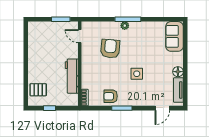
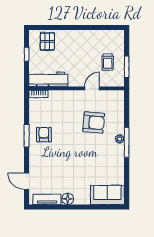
trolley: (57, 36) -> (108, 62), added
door: (80, 36) -> (92, 88), moved
side table: (137, 74) -> (65, 152), removed
workbench: (72, 76) -> (48, 79), moved
armchair: (111, 96) -> (44, 135), moved

